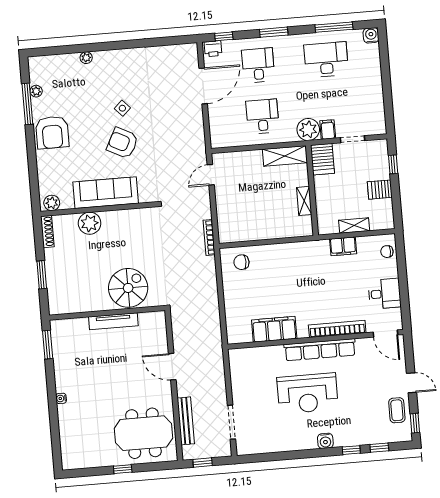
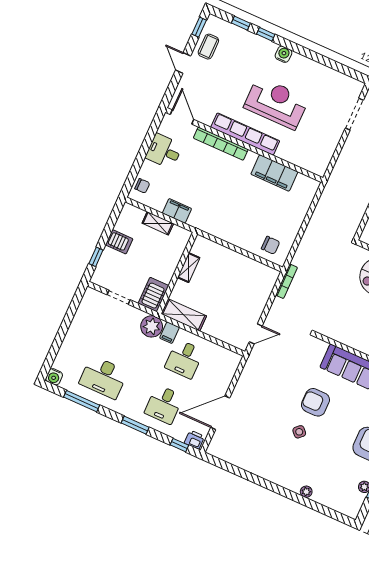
filing cabinet: (328, 130) -> (169, 333), moved
armchair: (123, 143) -> (315, 402), turned 153

